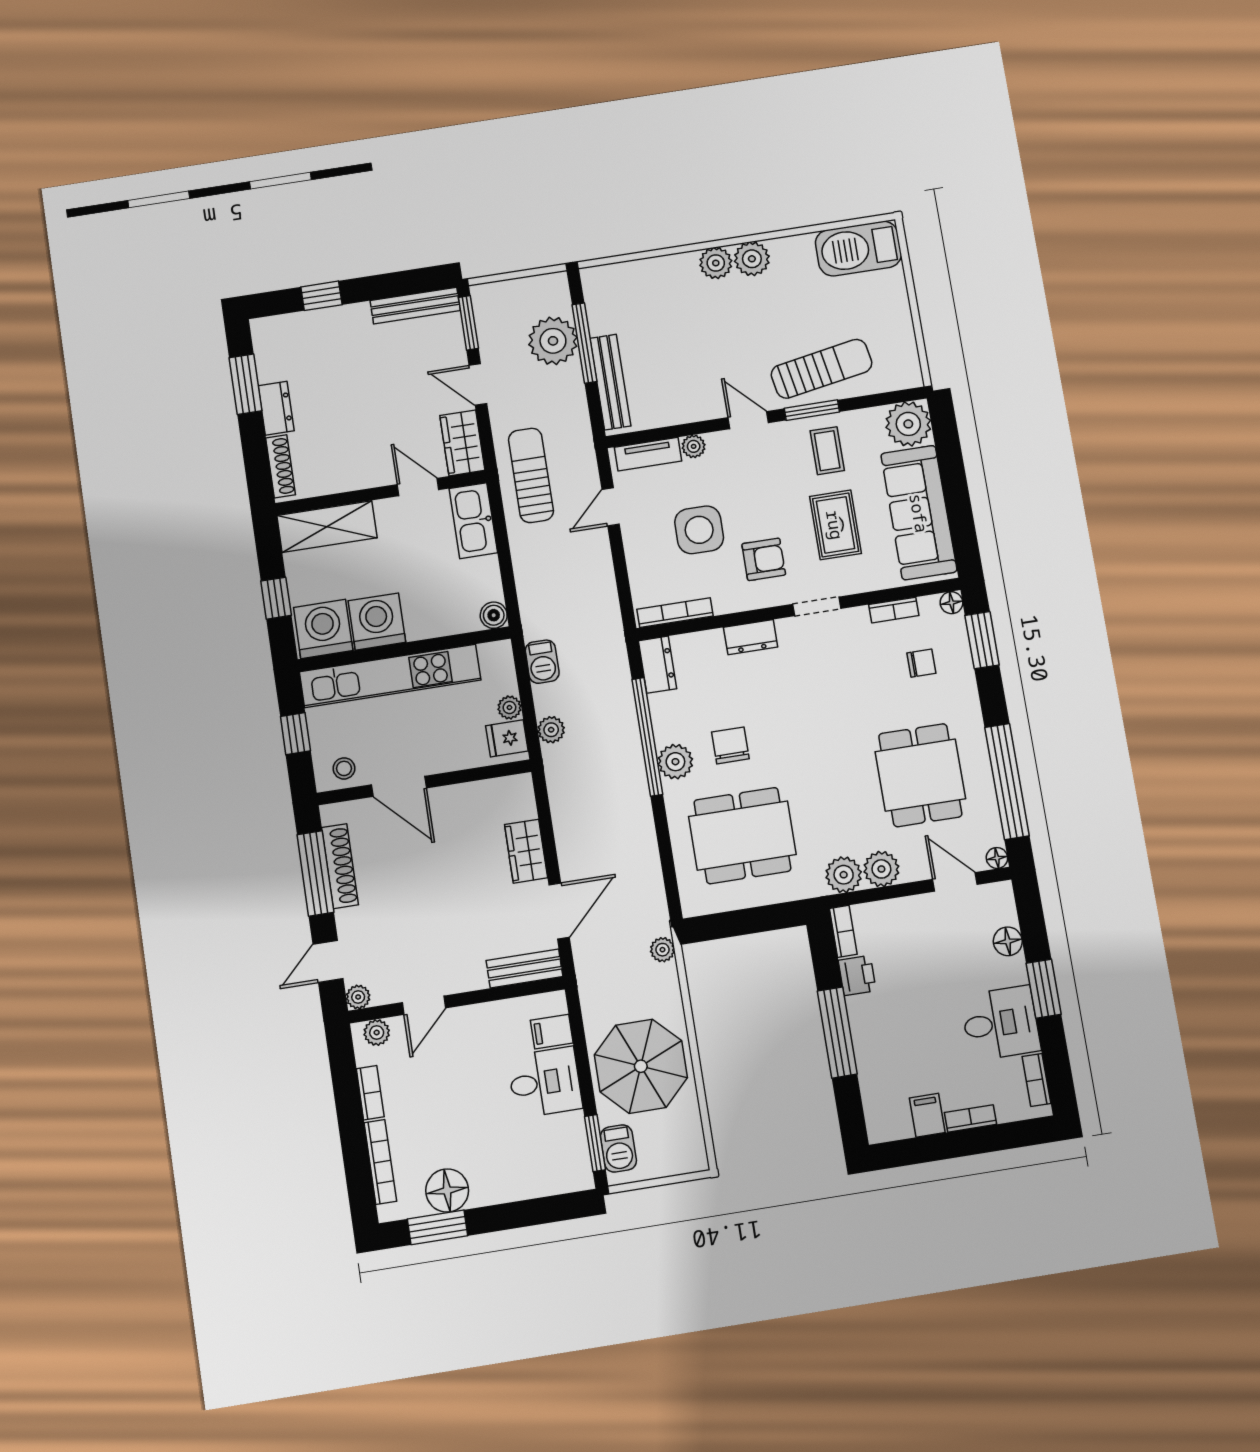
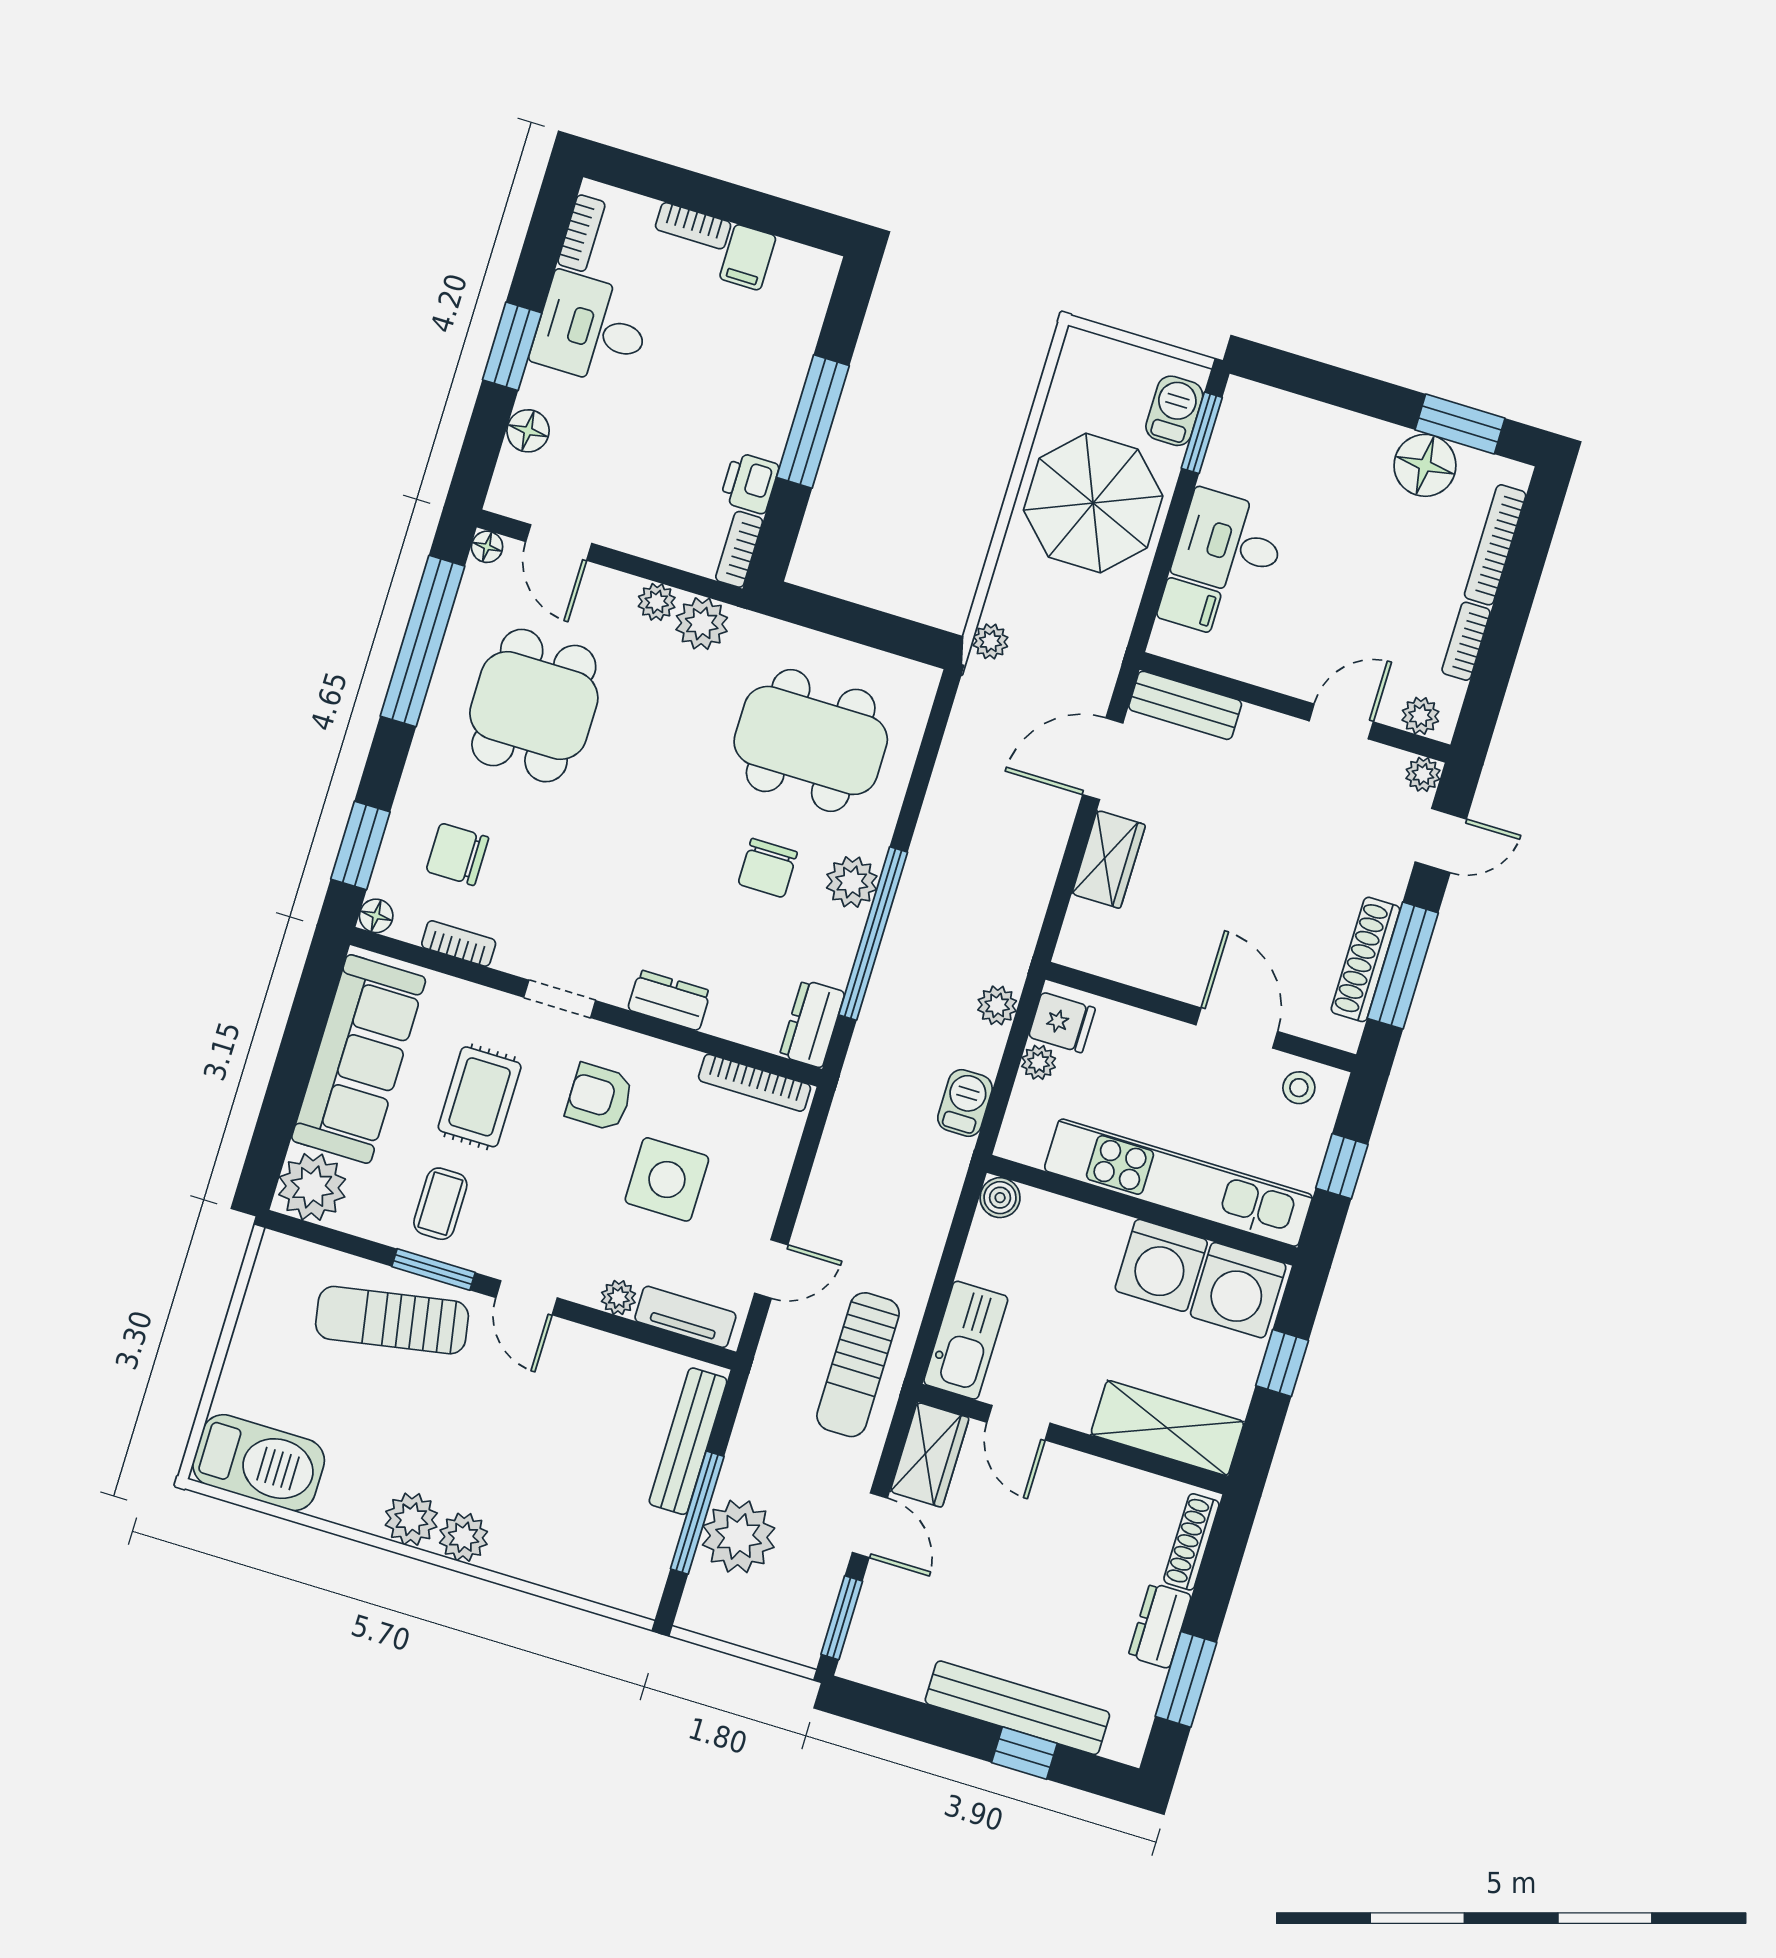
bench: (415, 306) -> (1017, 1708), moved, width x1.37, depth x1.21
chair: (921, 663) -> (457, 854), width x1.37, depth x1.37
plant: (881, 869) -> (657, 602), width x0.73, depth x0.73

